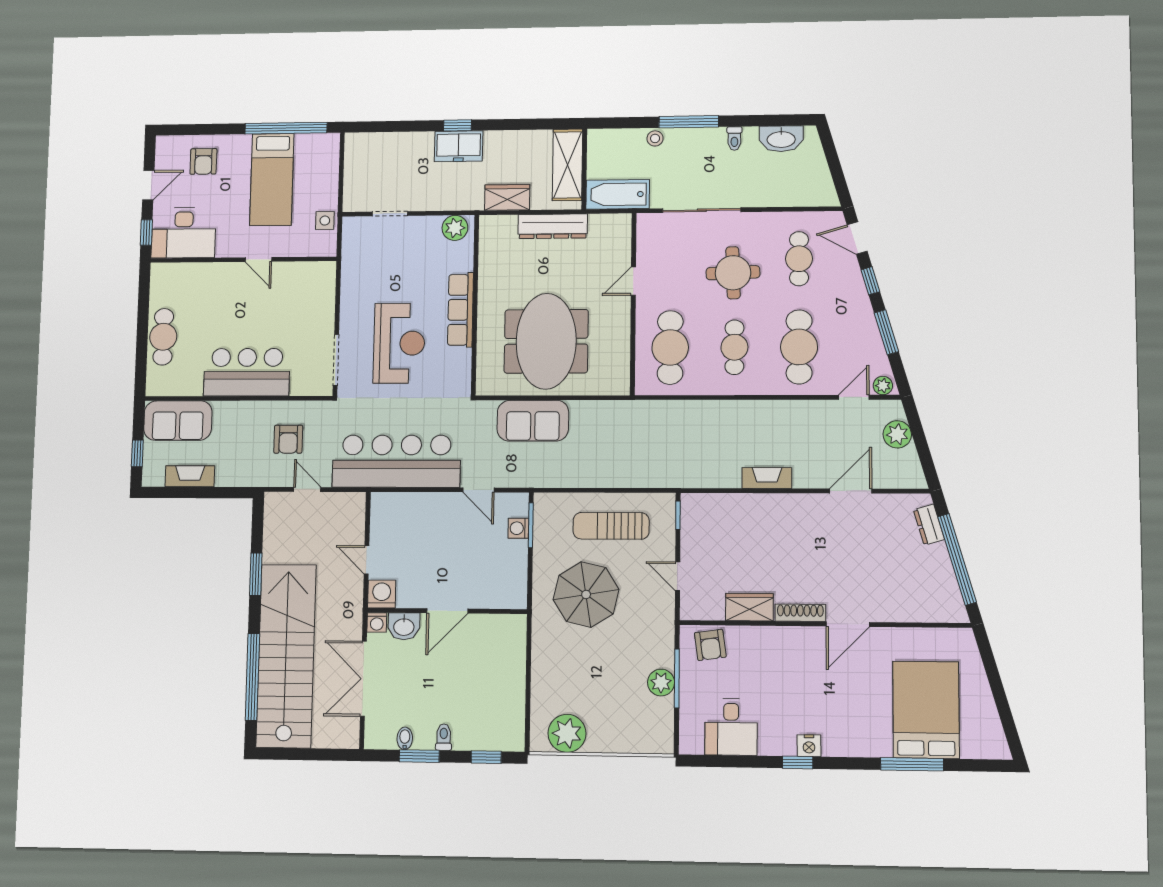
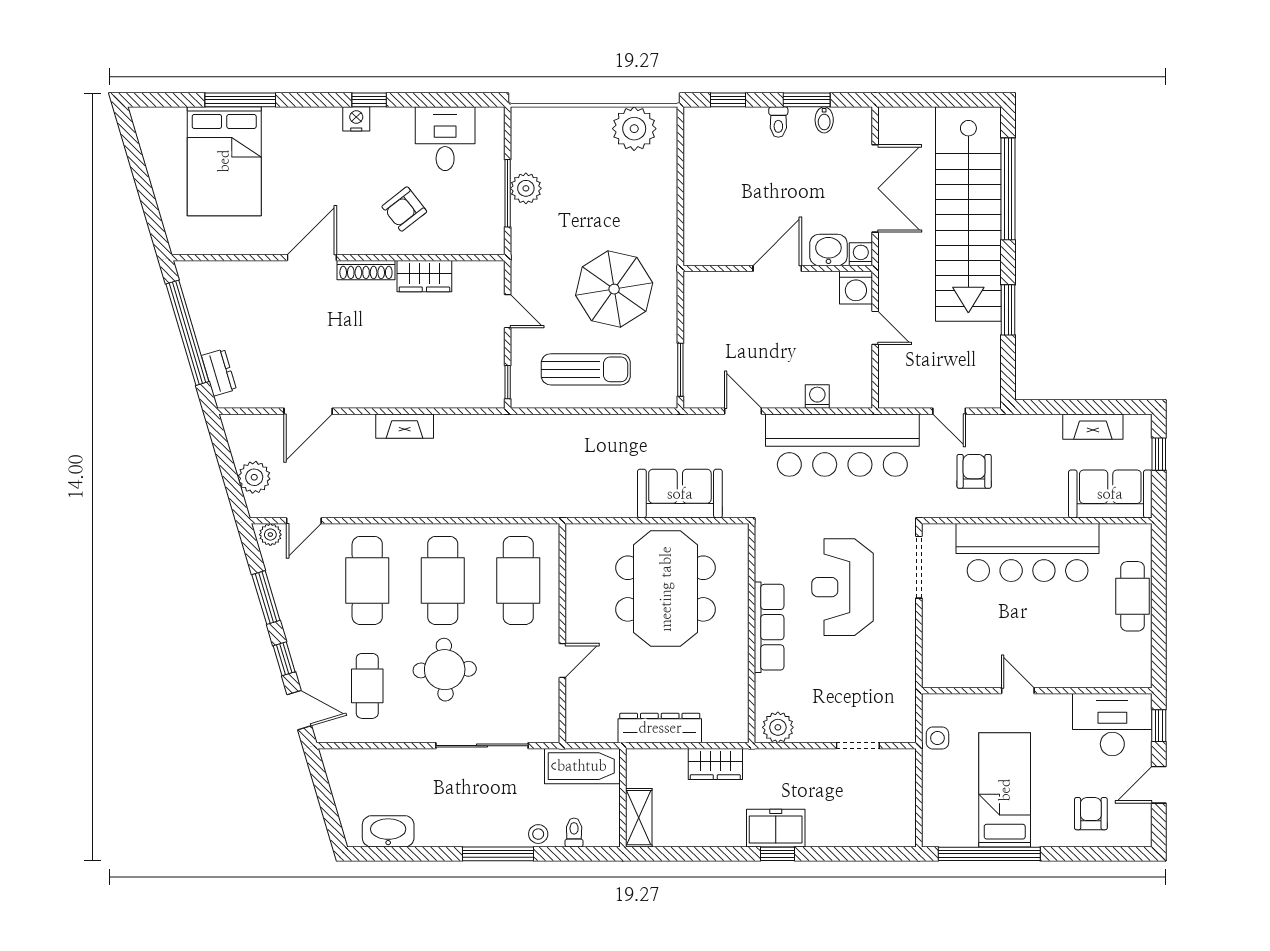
toilet: (734, 138) -> (574, 832), moved
shelving: (567, 165) -> (639, 818), width x0.67, depth x0.75
cafe table: (734, 347) -> (443, 580), width x1.37, depth x1.35
bar counter: (247, 372) -> (1028, 553), width x1.36
washing machine: (518, 528) -> (817, 396), moved, turned -90
armchair: (710, 645) -> (404, 209), moved, turned -120

